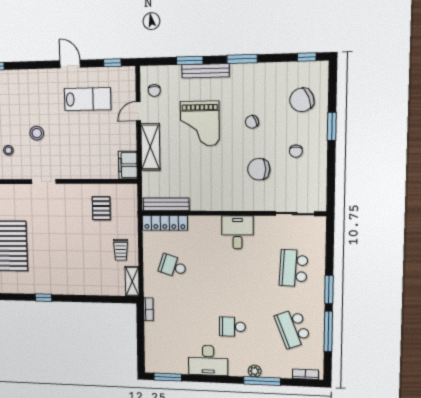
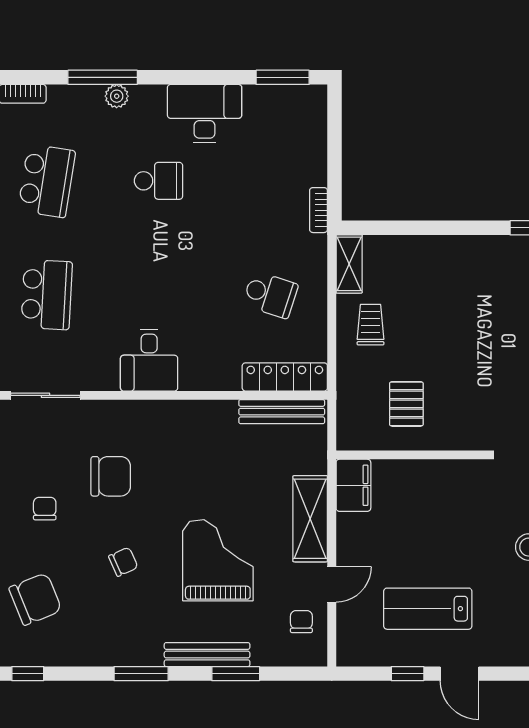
window: (112, 63) -> (408, 674), moved
school desk: (293, 328) -> (47, 181), turned 30

